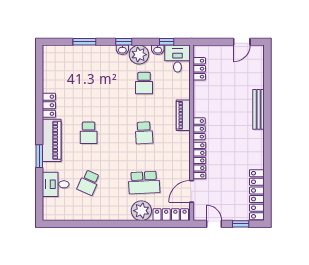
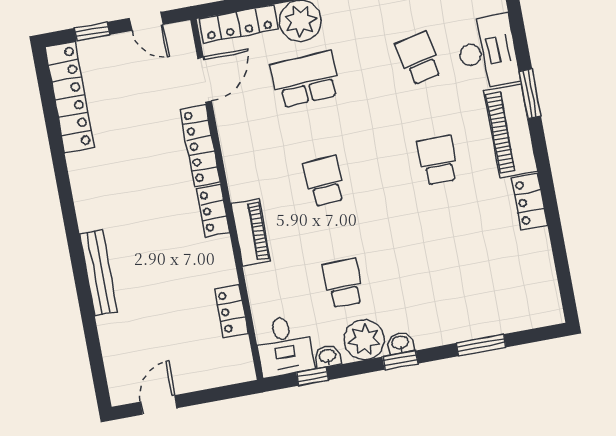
locker: (199, 69) -> (231, 311), moved
school desk: (89, 183) -> (419, 58), turned -36
desk: (56, 184) -> (487, 52), width x1.37

